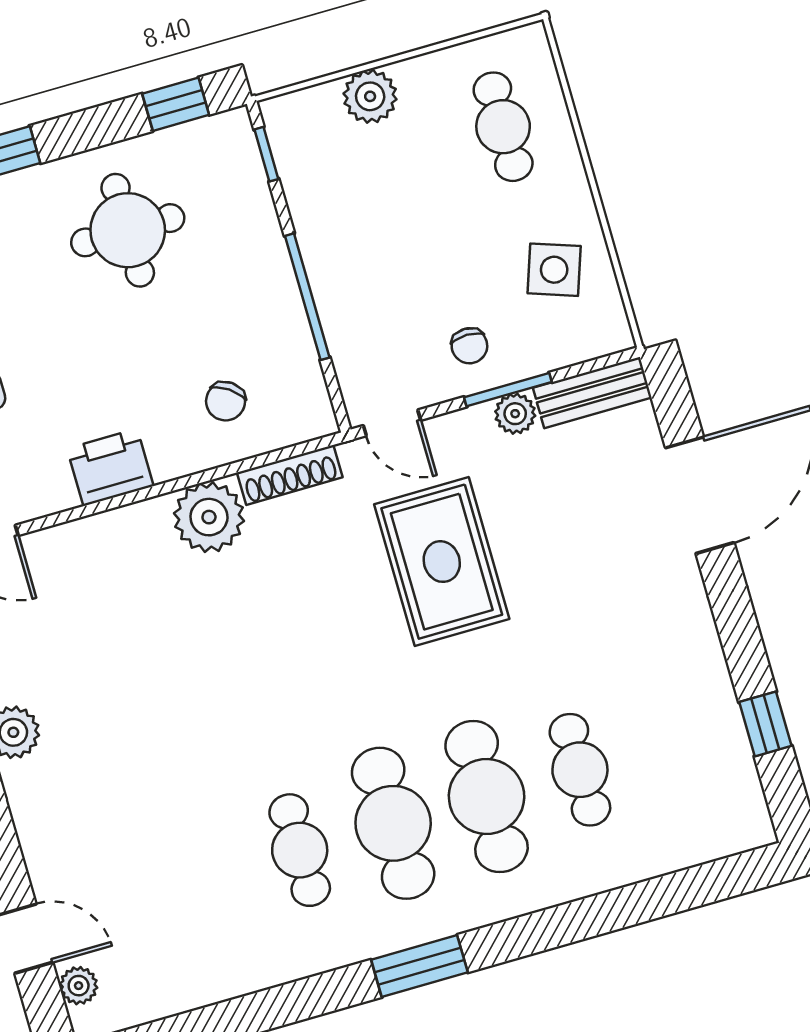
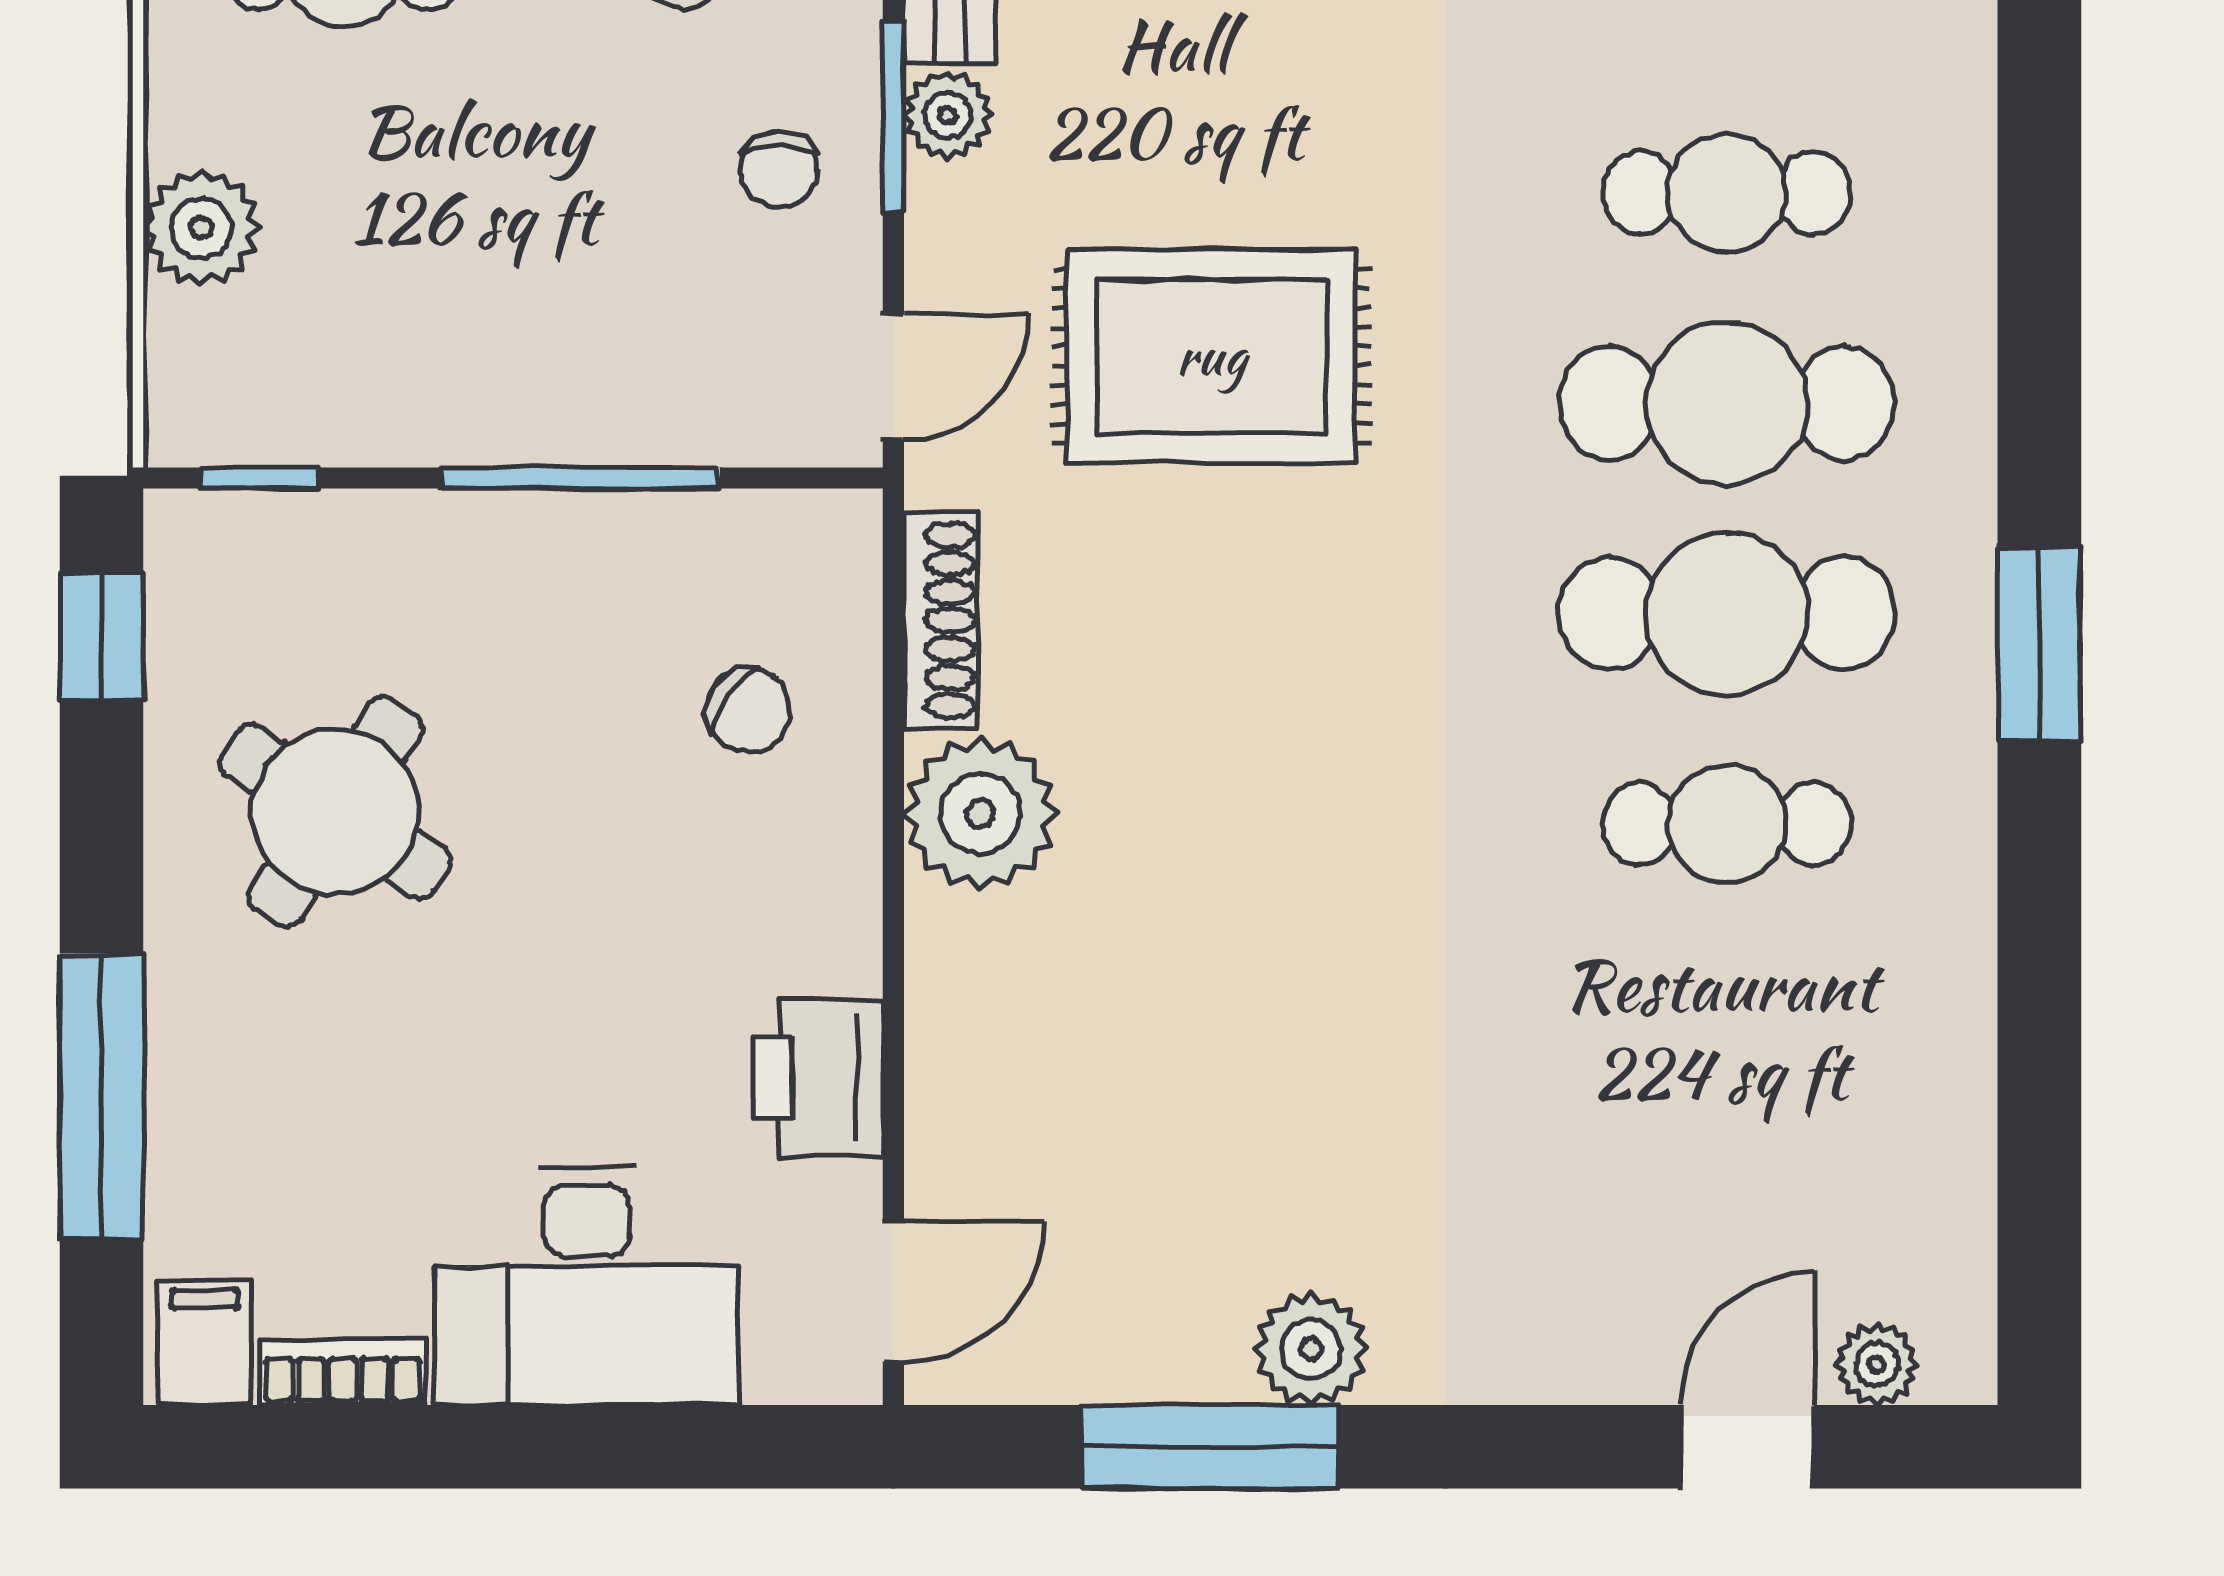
round table: (128, 230) -> (335, 812), turned 33
chair: (469, 346) -> (779, 170), turned 90
printer: (110, 467) -> (818, 1078), moved

